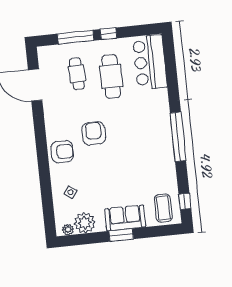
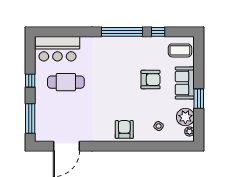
window: (76, 37) -> (30, 118), moved
cafe table: (77, 74) -> (61, 110), removed
armchair: (94, 133) -> (151, 80), moved, turned 180
window: (185, 201) -> (158, 32), moved
window: (121, 235) -> (199, 99), moved

